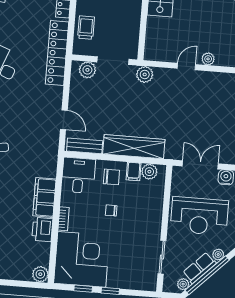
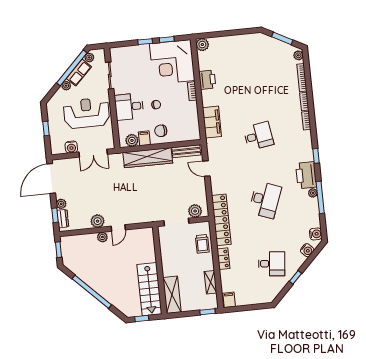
plant: (145, 74) -> (98, 221), moved
desk: (78, 175) -> (129, 107), moved, turned 90
filing cabinet: (44, 197) -> (212, 122), moved

